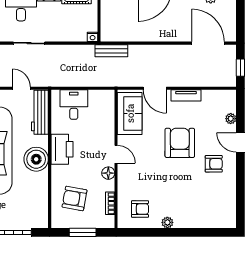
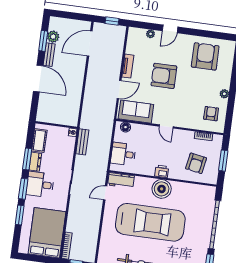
bench: (111, 51) -> (82, 142), moved
workbench: (40, 112) -> (121, 180), width x0.73
printer: (62, 149) -> (162, 171), width x0.53, depth x0.68
door: (116, 154) -> (166, 126), swing flipped
armchair: (214, 164) -> (205, 56), moved, width x1.88, depth x1.88
floor lamp: (108, 173) -> (126, 127), moved

